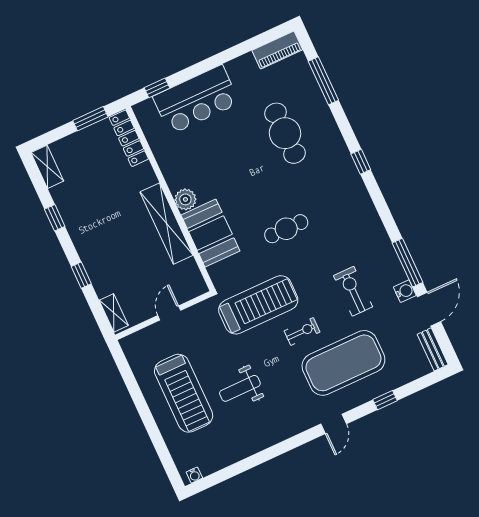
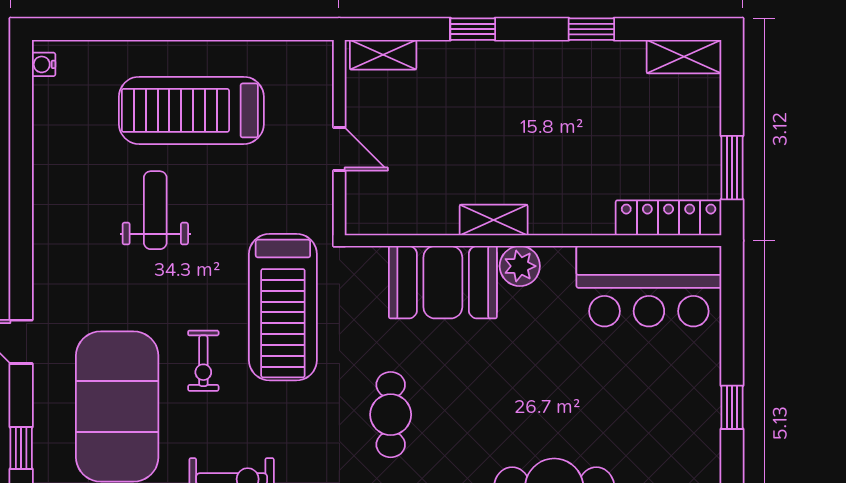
window: (157, 88) -> (732, 407), moved
bar counter: (196, 100) -> (649, 286), moved, turned -90
shelving: (166, 224) -> (494, 220), width x0.45, depth x0.75

